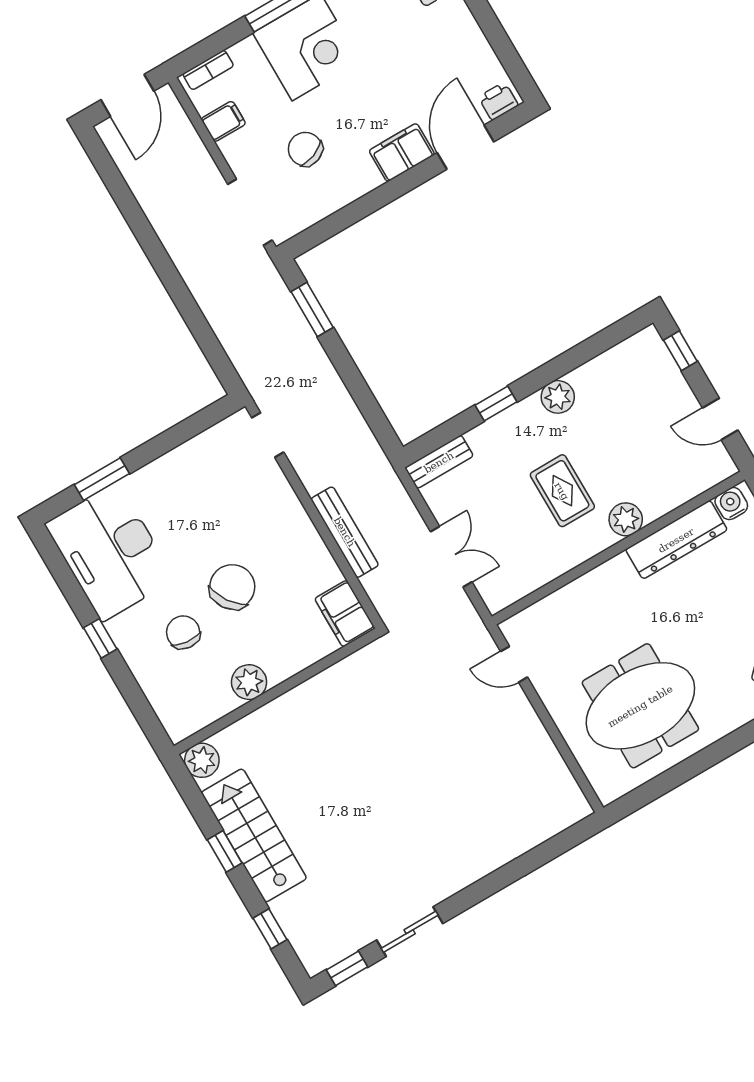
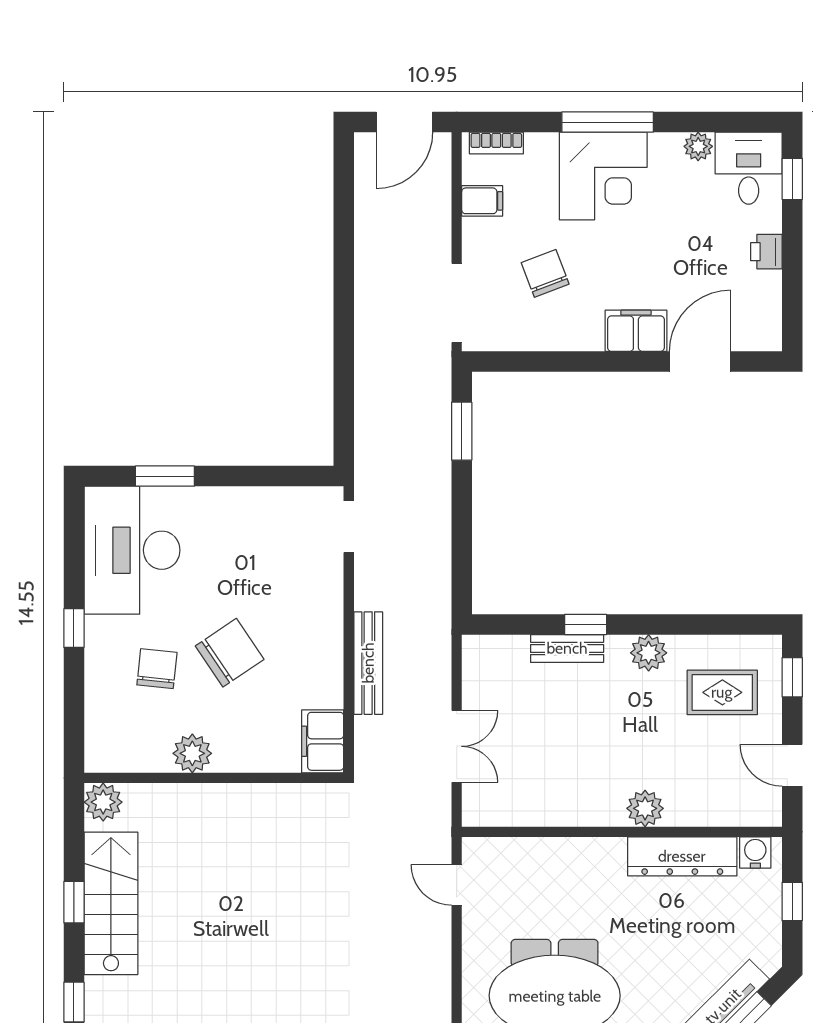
printer: (498, 101) -> (766, 252), moved, turned -90
bench: (439, 462) -> (567, 648), moved
rug: (562, 491) -> (722, 692), moved, turned 90

